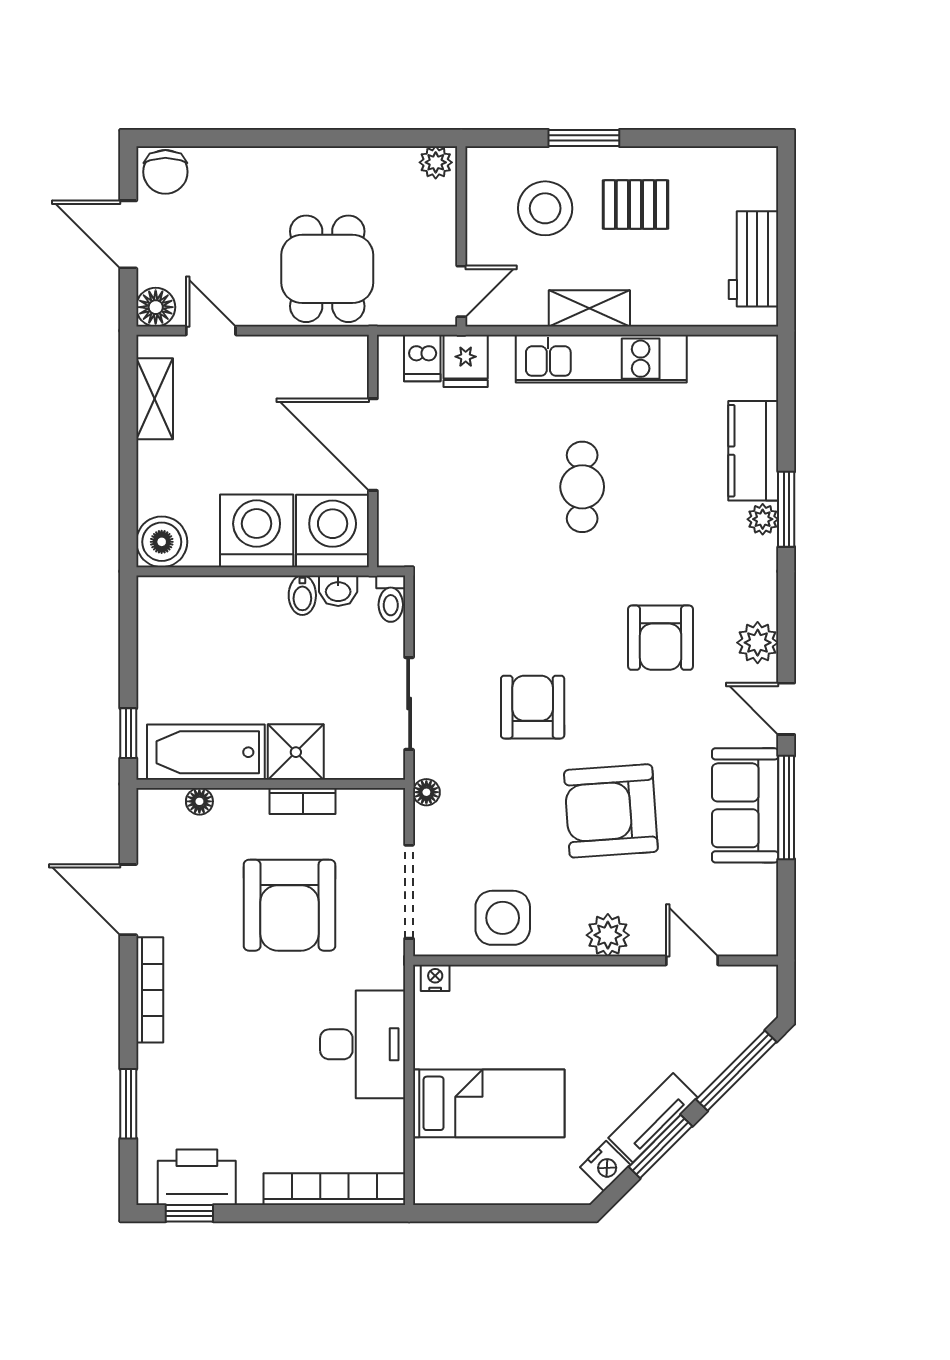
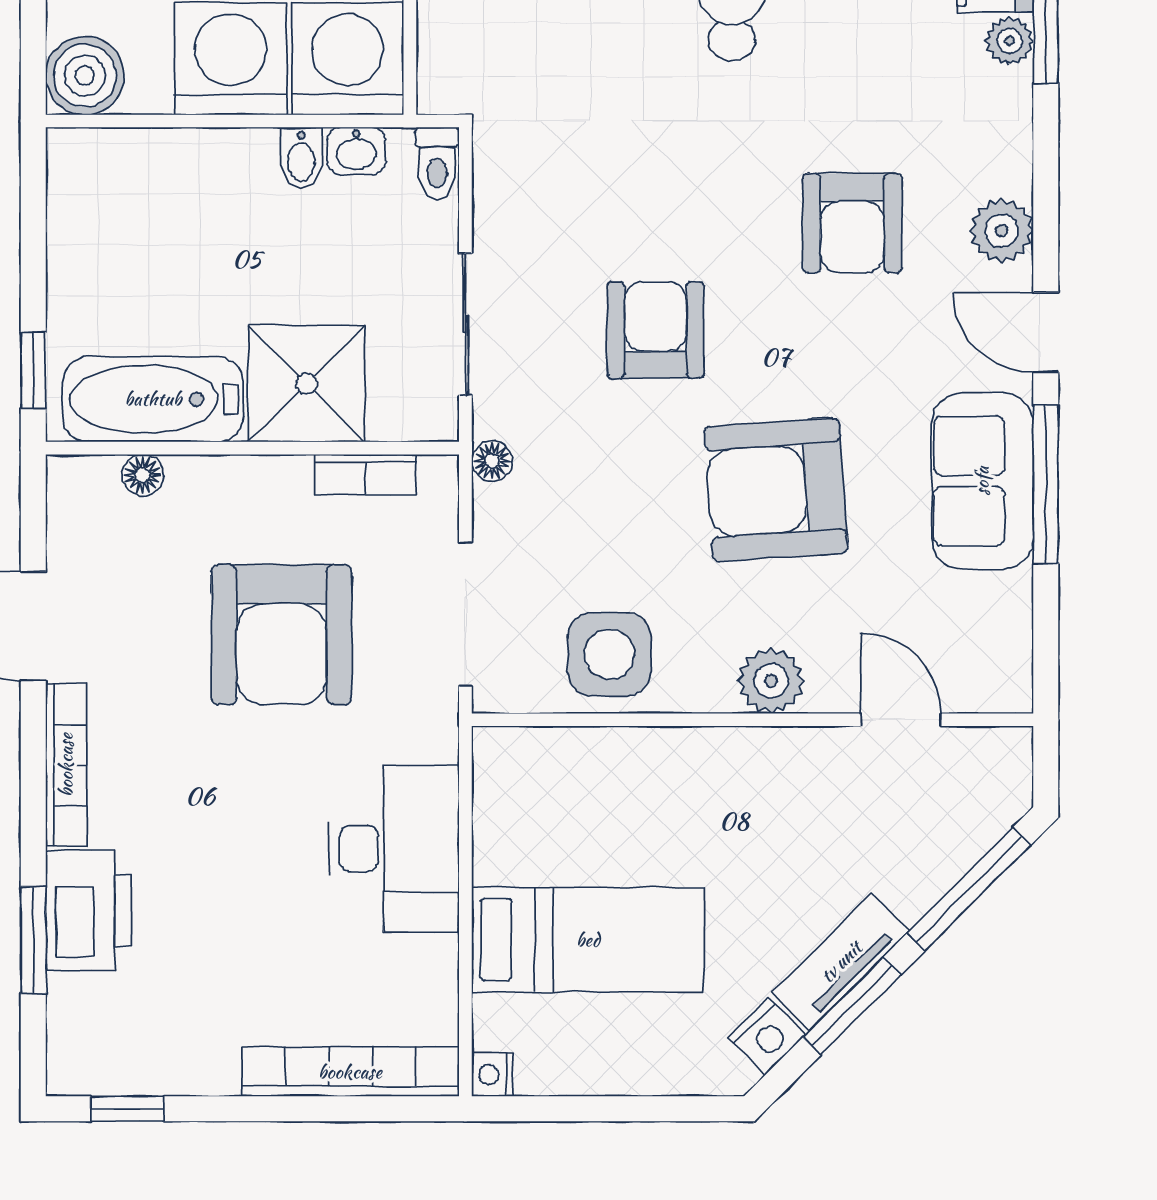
shower: (296, 752) -> (307, 384), width x1.36, depth x1.36
bookcase: (303, 801) -> (365, 475), moved
nightstand: (435, 978) -> (492, 1075), moved, turned -90
printer: (197, 1177) -> (89, 911), moved, turned 90

